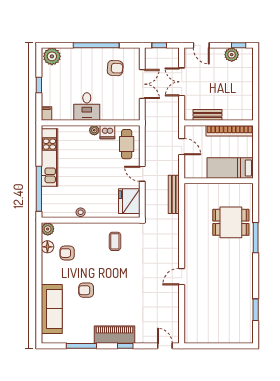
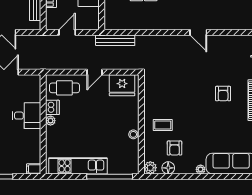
desk: (87, 106) -> (27, 116), moved
coffee table: (115, 241) -> (163, 125), moved
plant: (46, 279) -> (201, 169), added
armchair: (86, 290) -> (223, 94), moved

